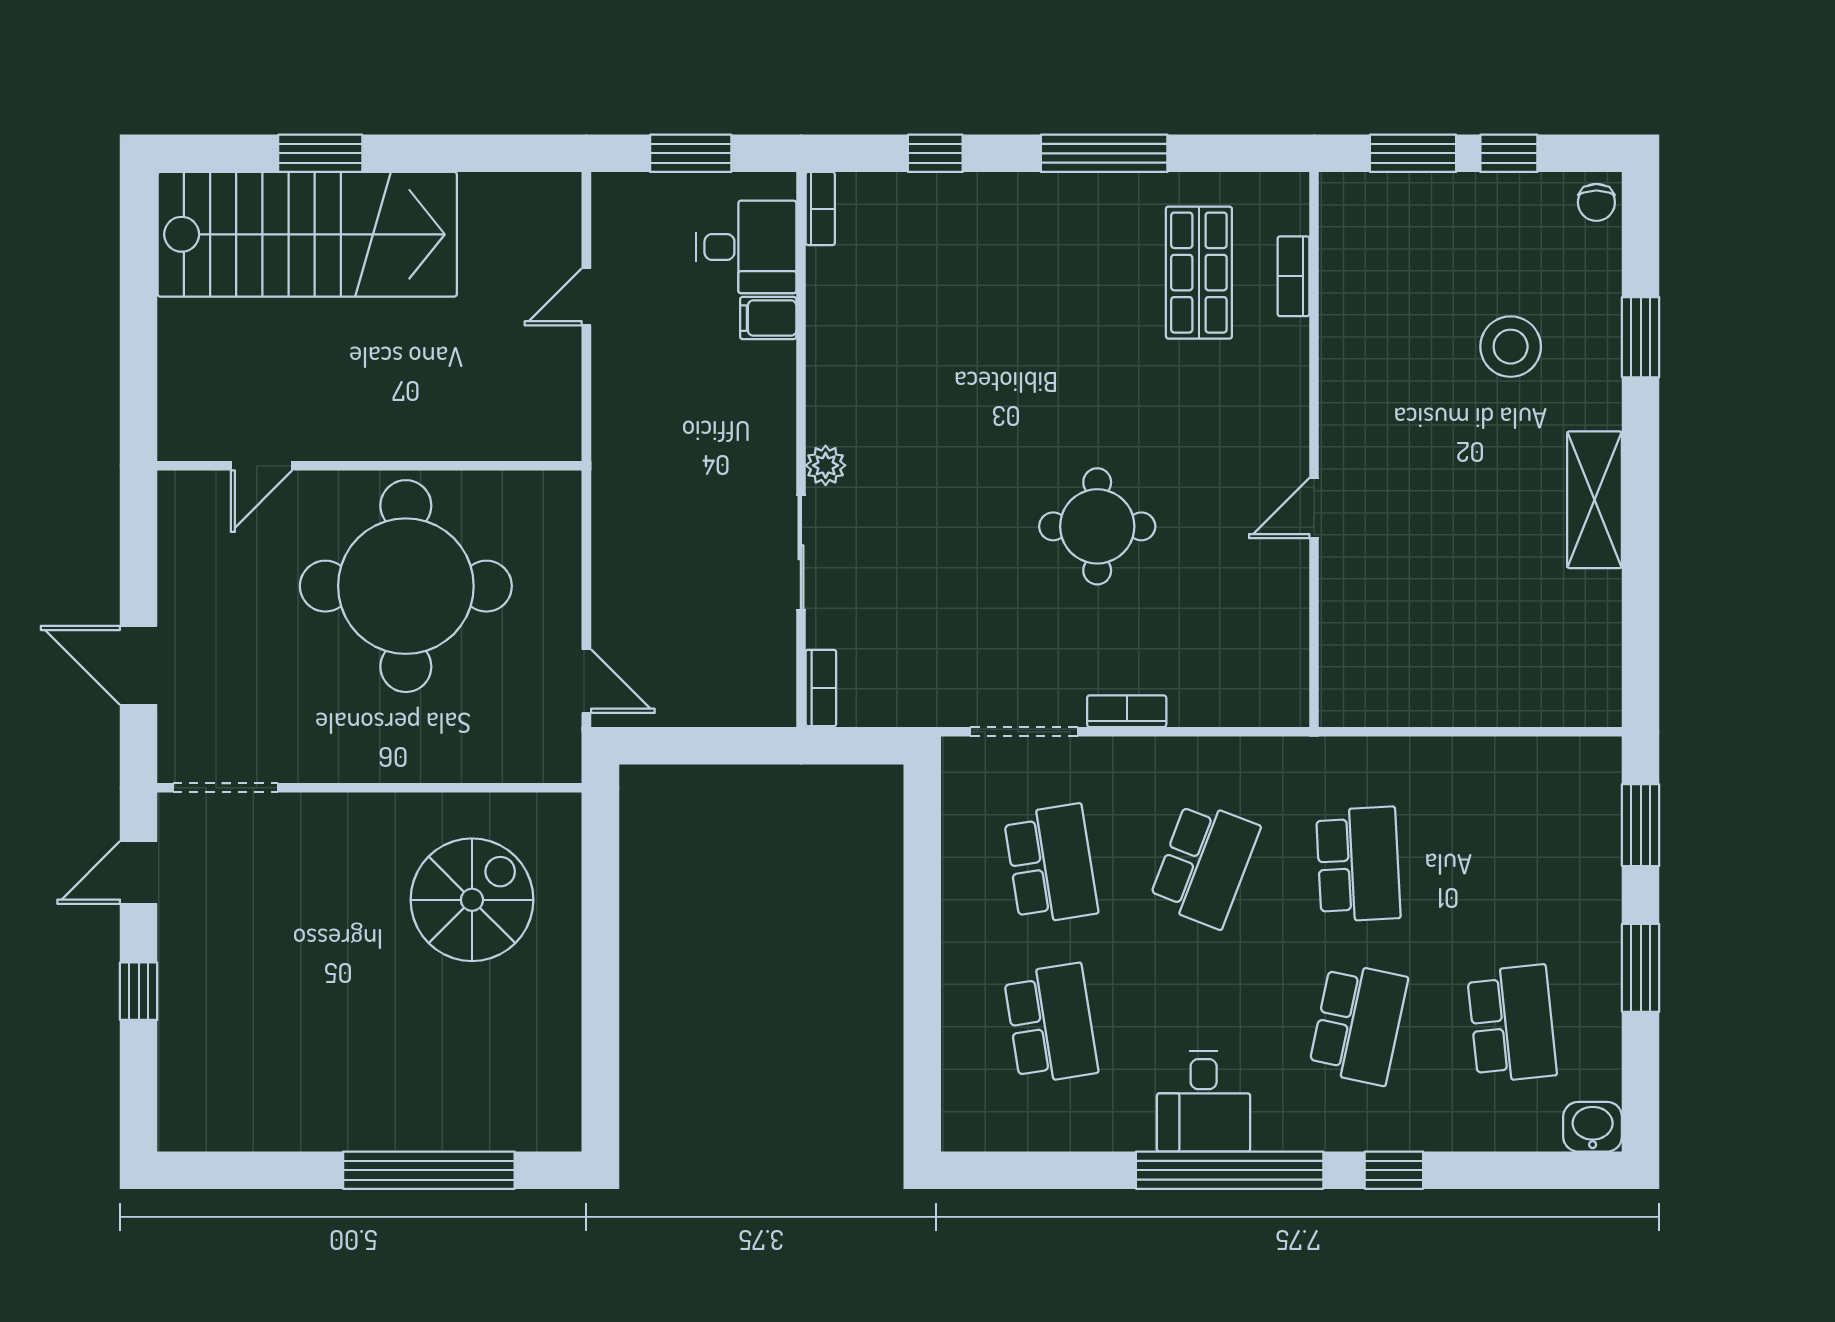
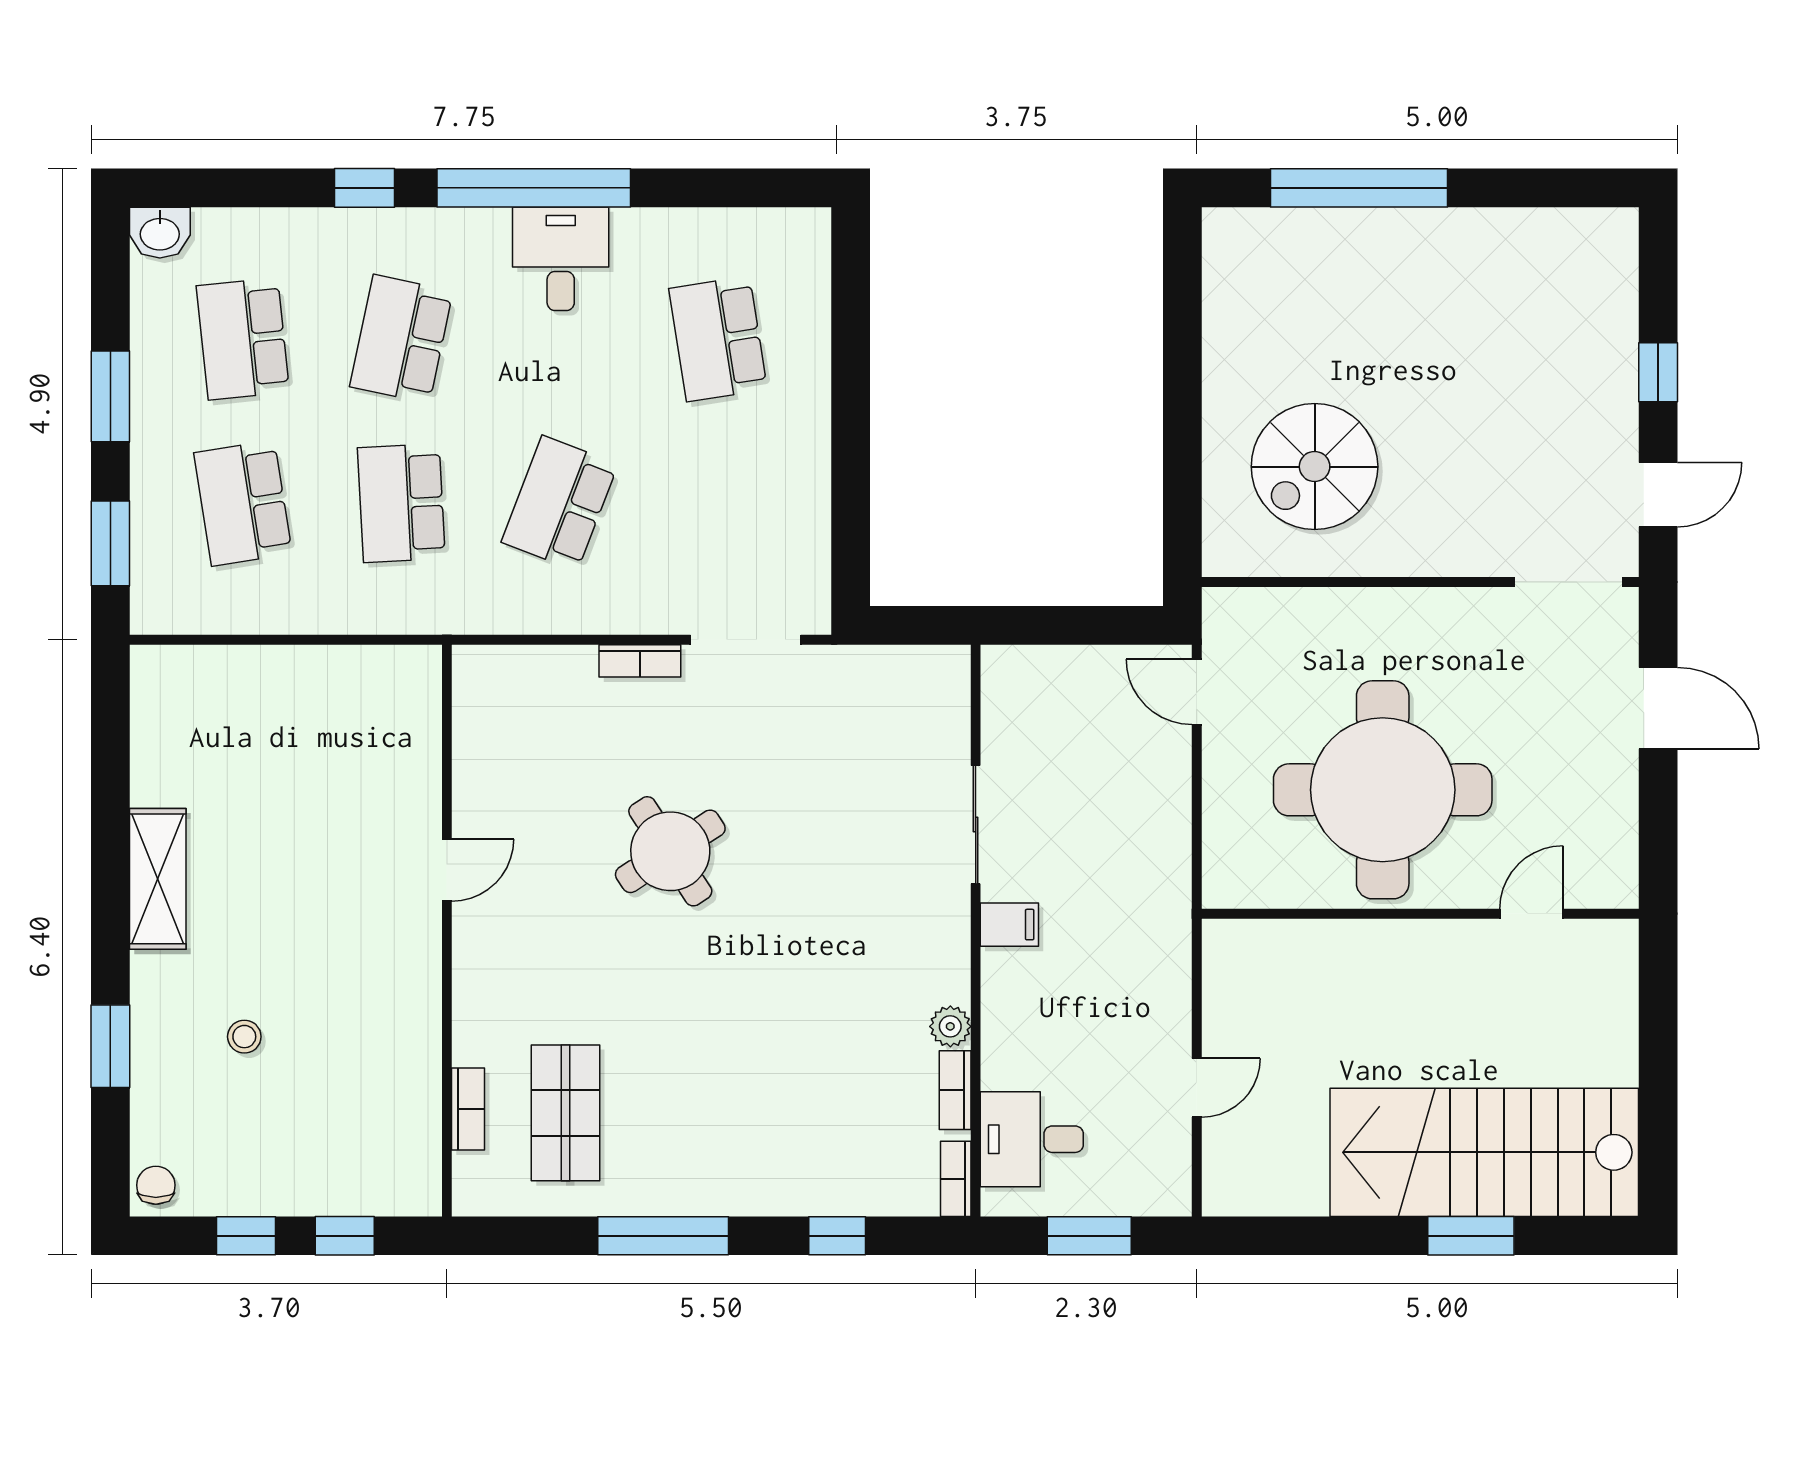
window: (1413, 153) -> (345, 1236), width x0.67
filing cabinet: (768, 318) -> (1009, 925), moved
stool: (1511, 347) -> (244, 1037), width x0.53, depth x0.53
plant: (826, 465) -> (950, 1026), moved
round table: (1097, 526) -> (670, 851), turned -33
bookcase: (821, 688) -> (955, 1090), moved
school desk: (1051, 864) -> (243, 503), moved

